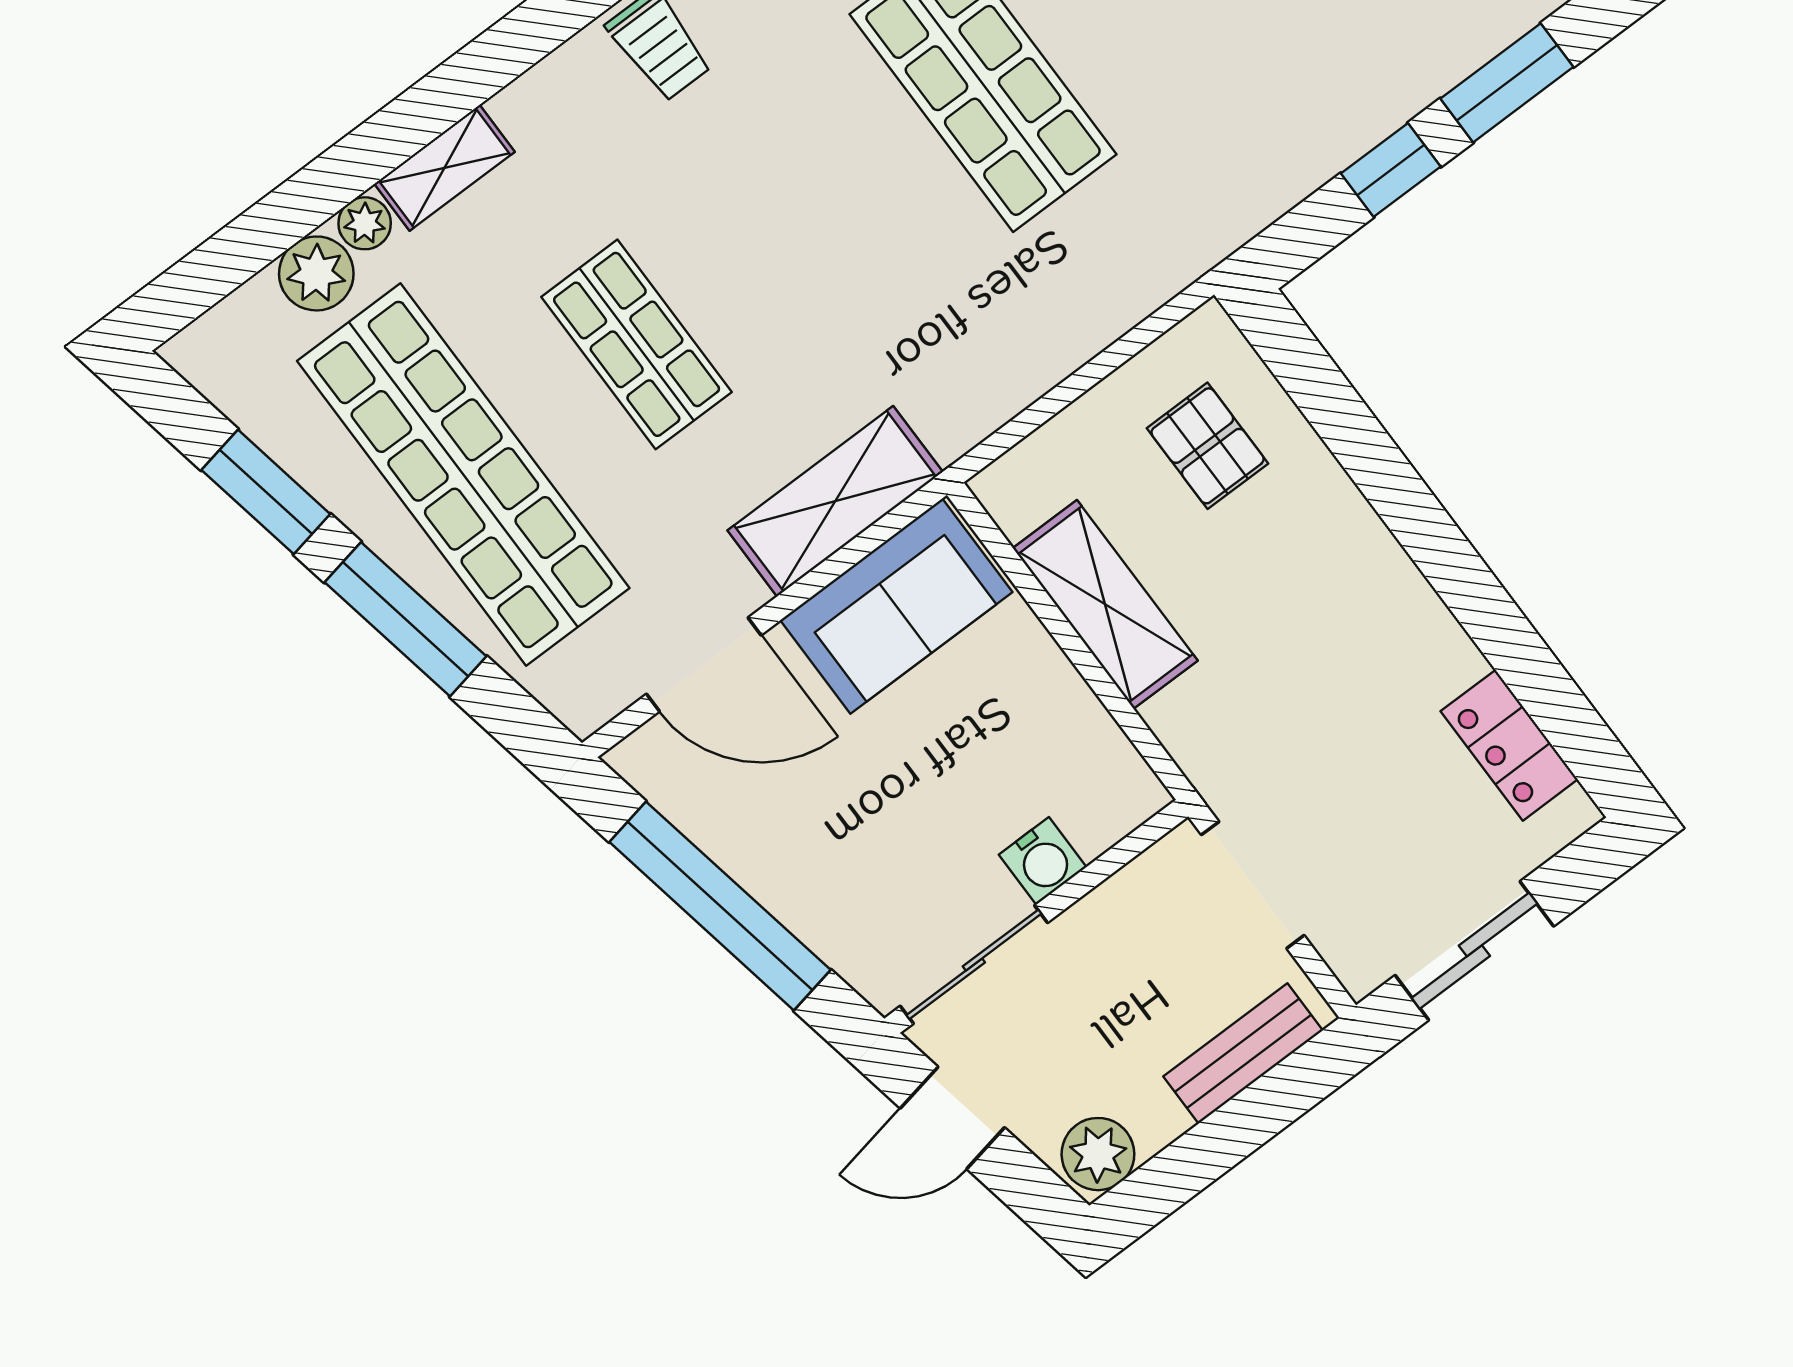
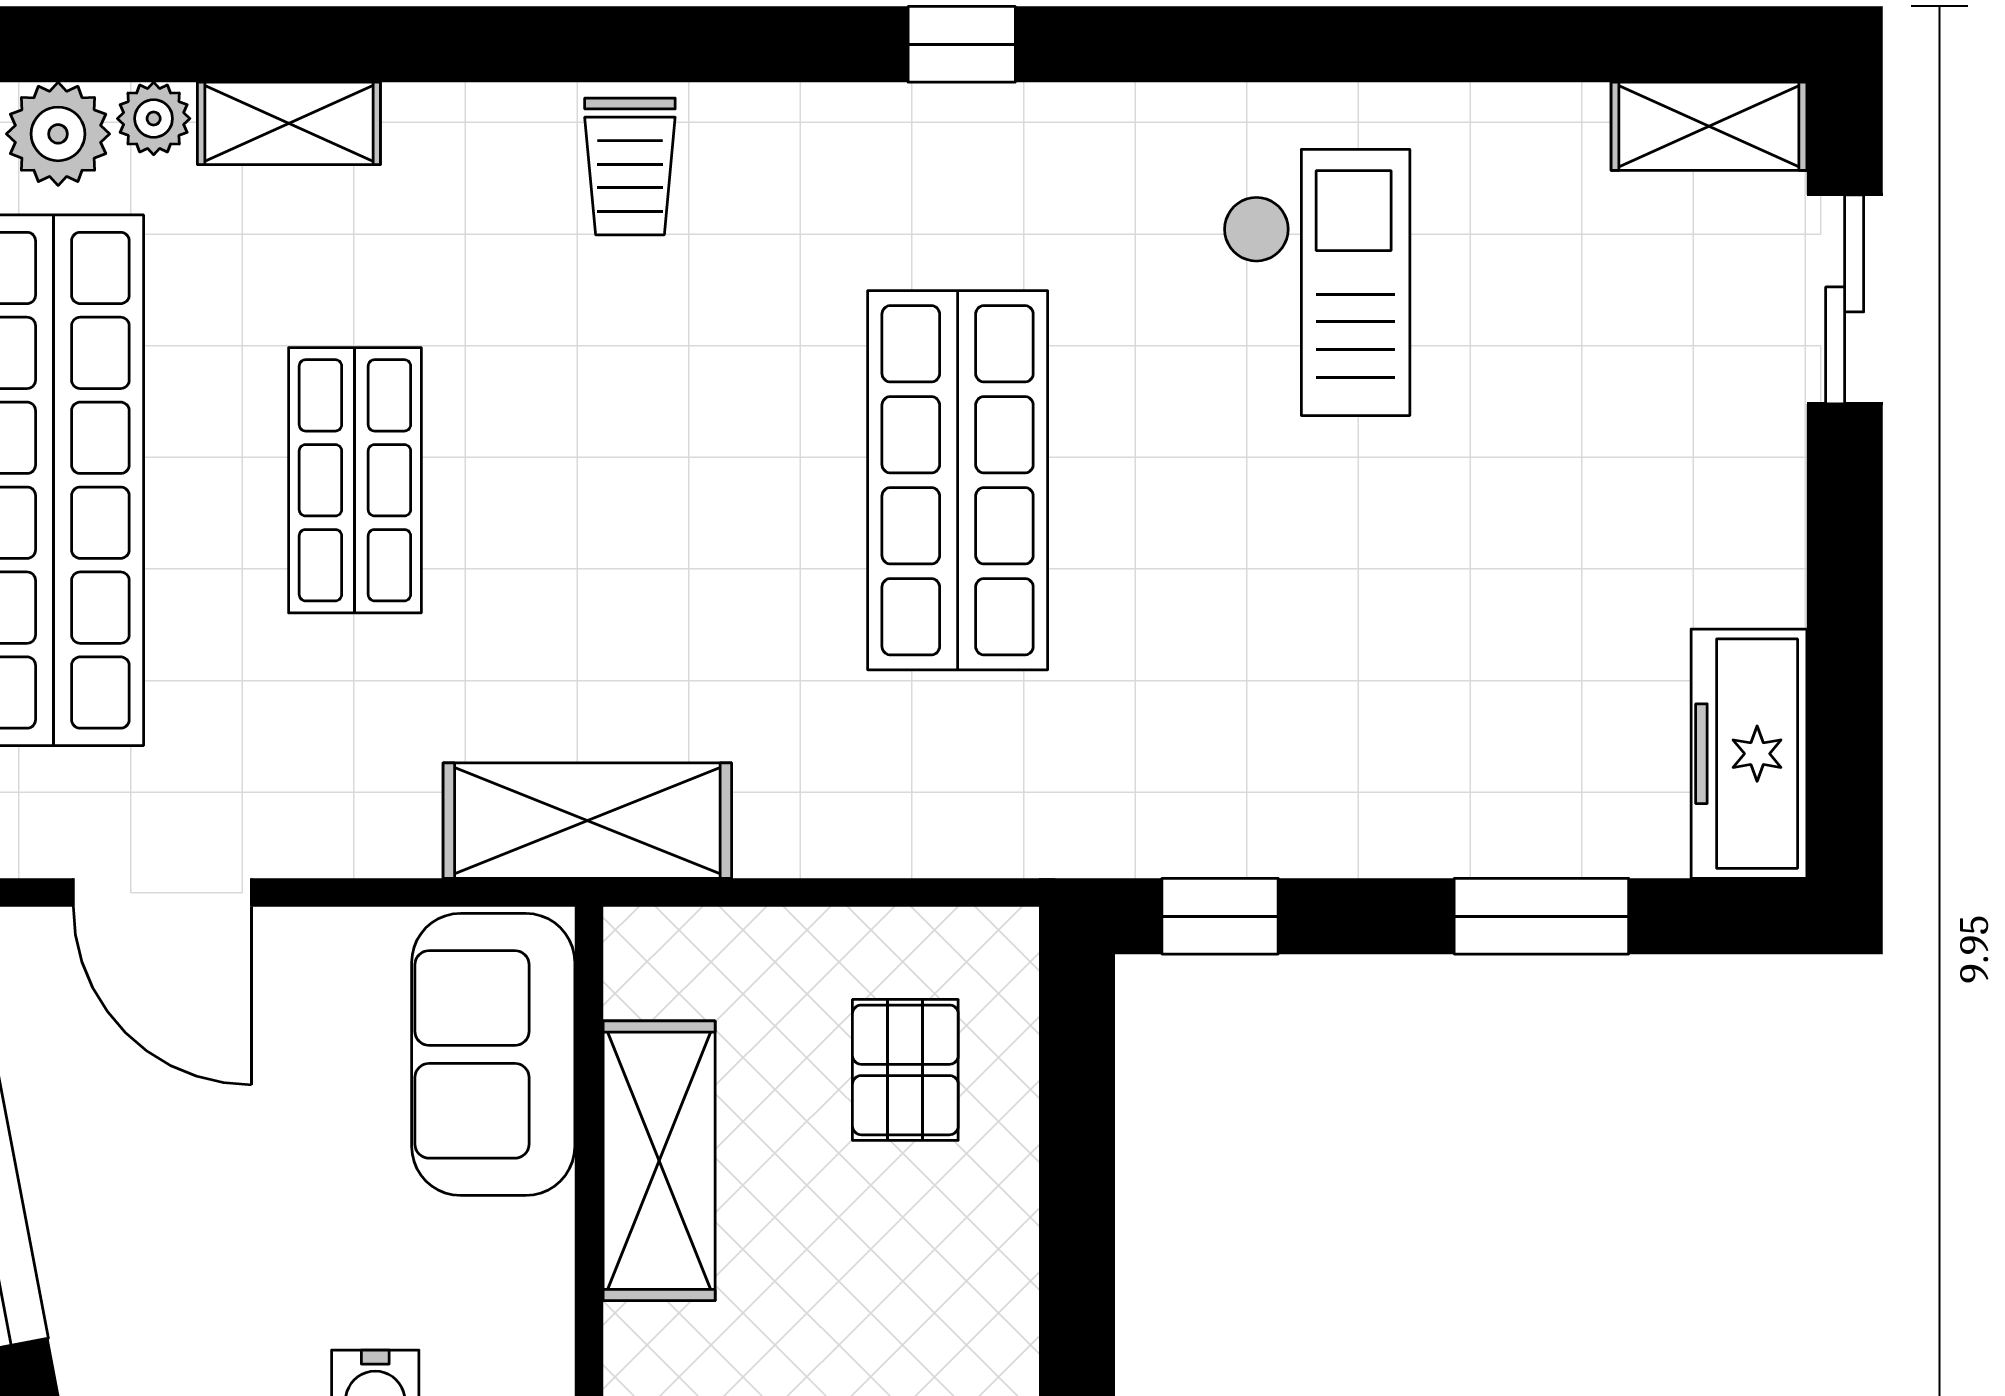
window: (1391, 170) -> (1220, 916), moved
shelving: (835, 501) -> (587, 821), moved
sofa: (896, 606) -> (493, 1054), moved, turned 90

